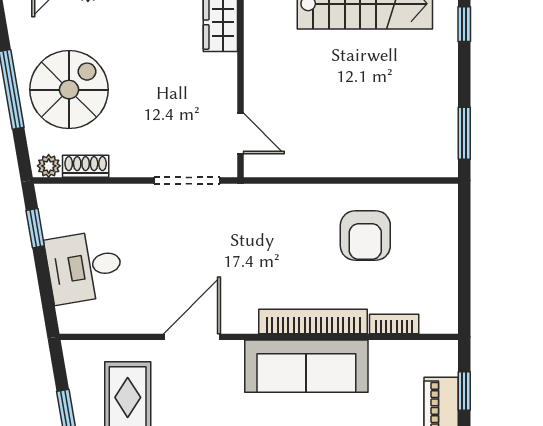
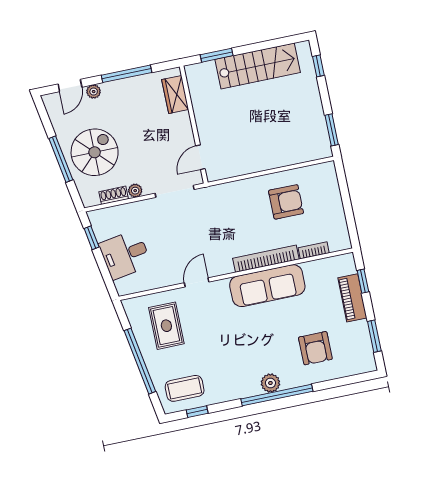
door: (240, 134) -> (200, 157), swing flipped
plant: (49, 166) -> (135, 191), moved
armchair: (365, 236) -> (286, 202), turned -90
door: (192, 337) -> (197, 282), width x0.73

